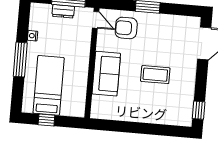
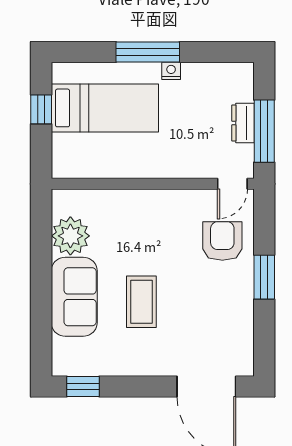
nightstand: (33, 36) -> (171, 71), moved
sofa: (106, 74) -> (74, 297), moved, turned -90
plant: (116, 110) -> (70, 236), added

